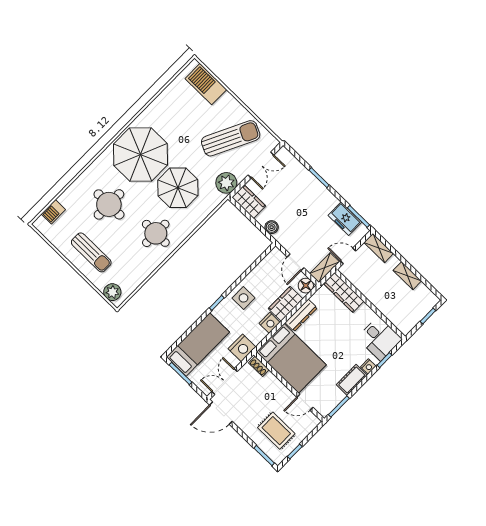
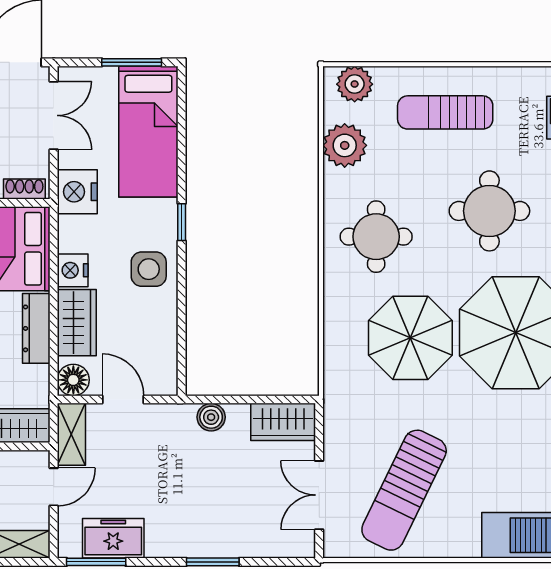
plant: (226, 183) -> (345, 145), moved

